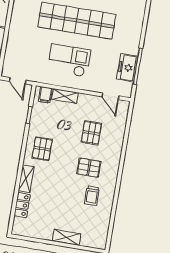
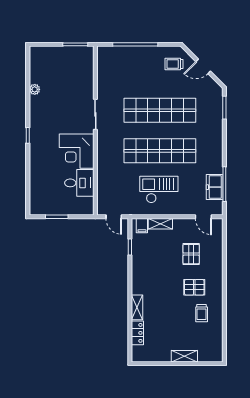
pallet: (42, 149) -> (147, 277), removed

